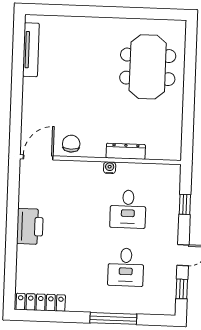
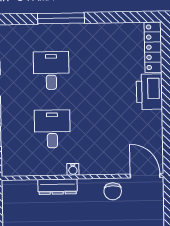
door: (38, 157) -> (145, 176), swing flipped
printer: (30, 226) -> (149, 92), moved
locker: (41, 302) -> (153, 47), moved, turned 90

